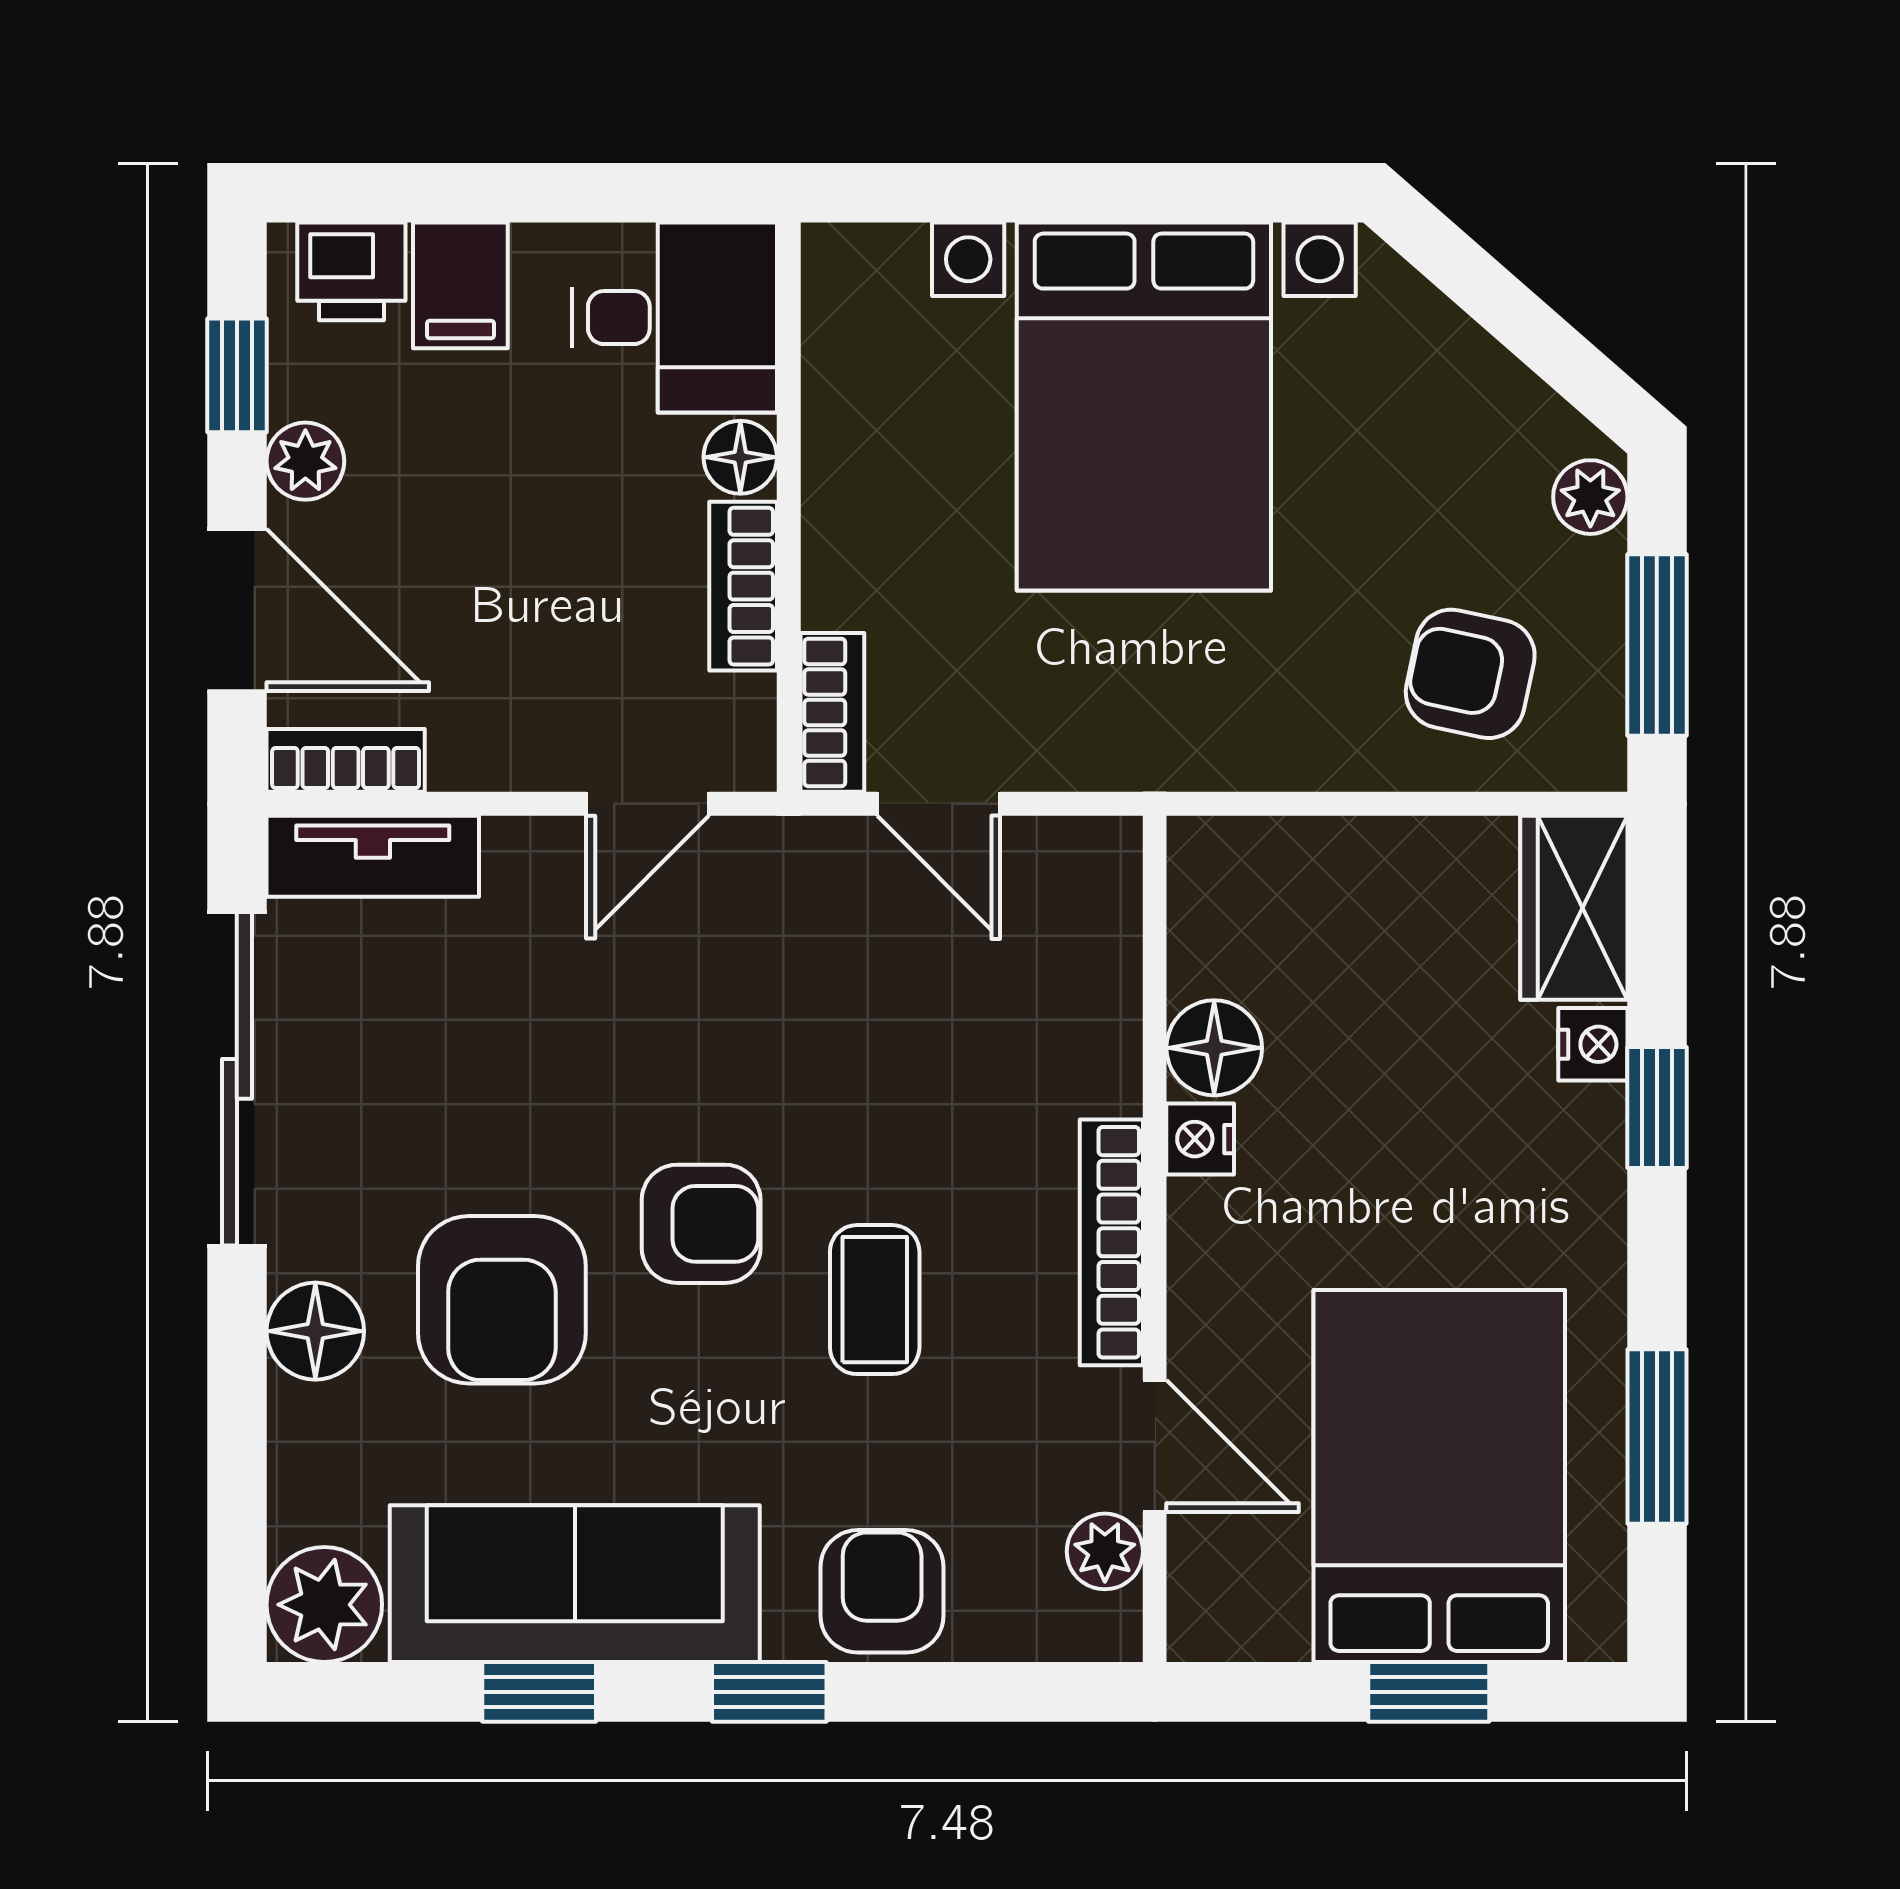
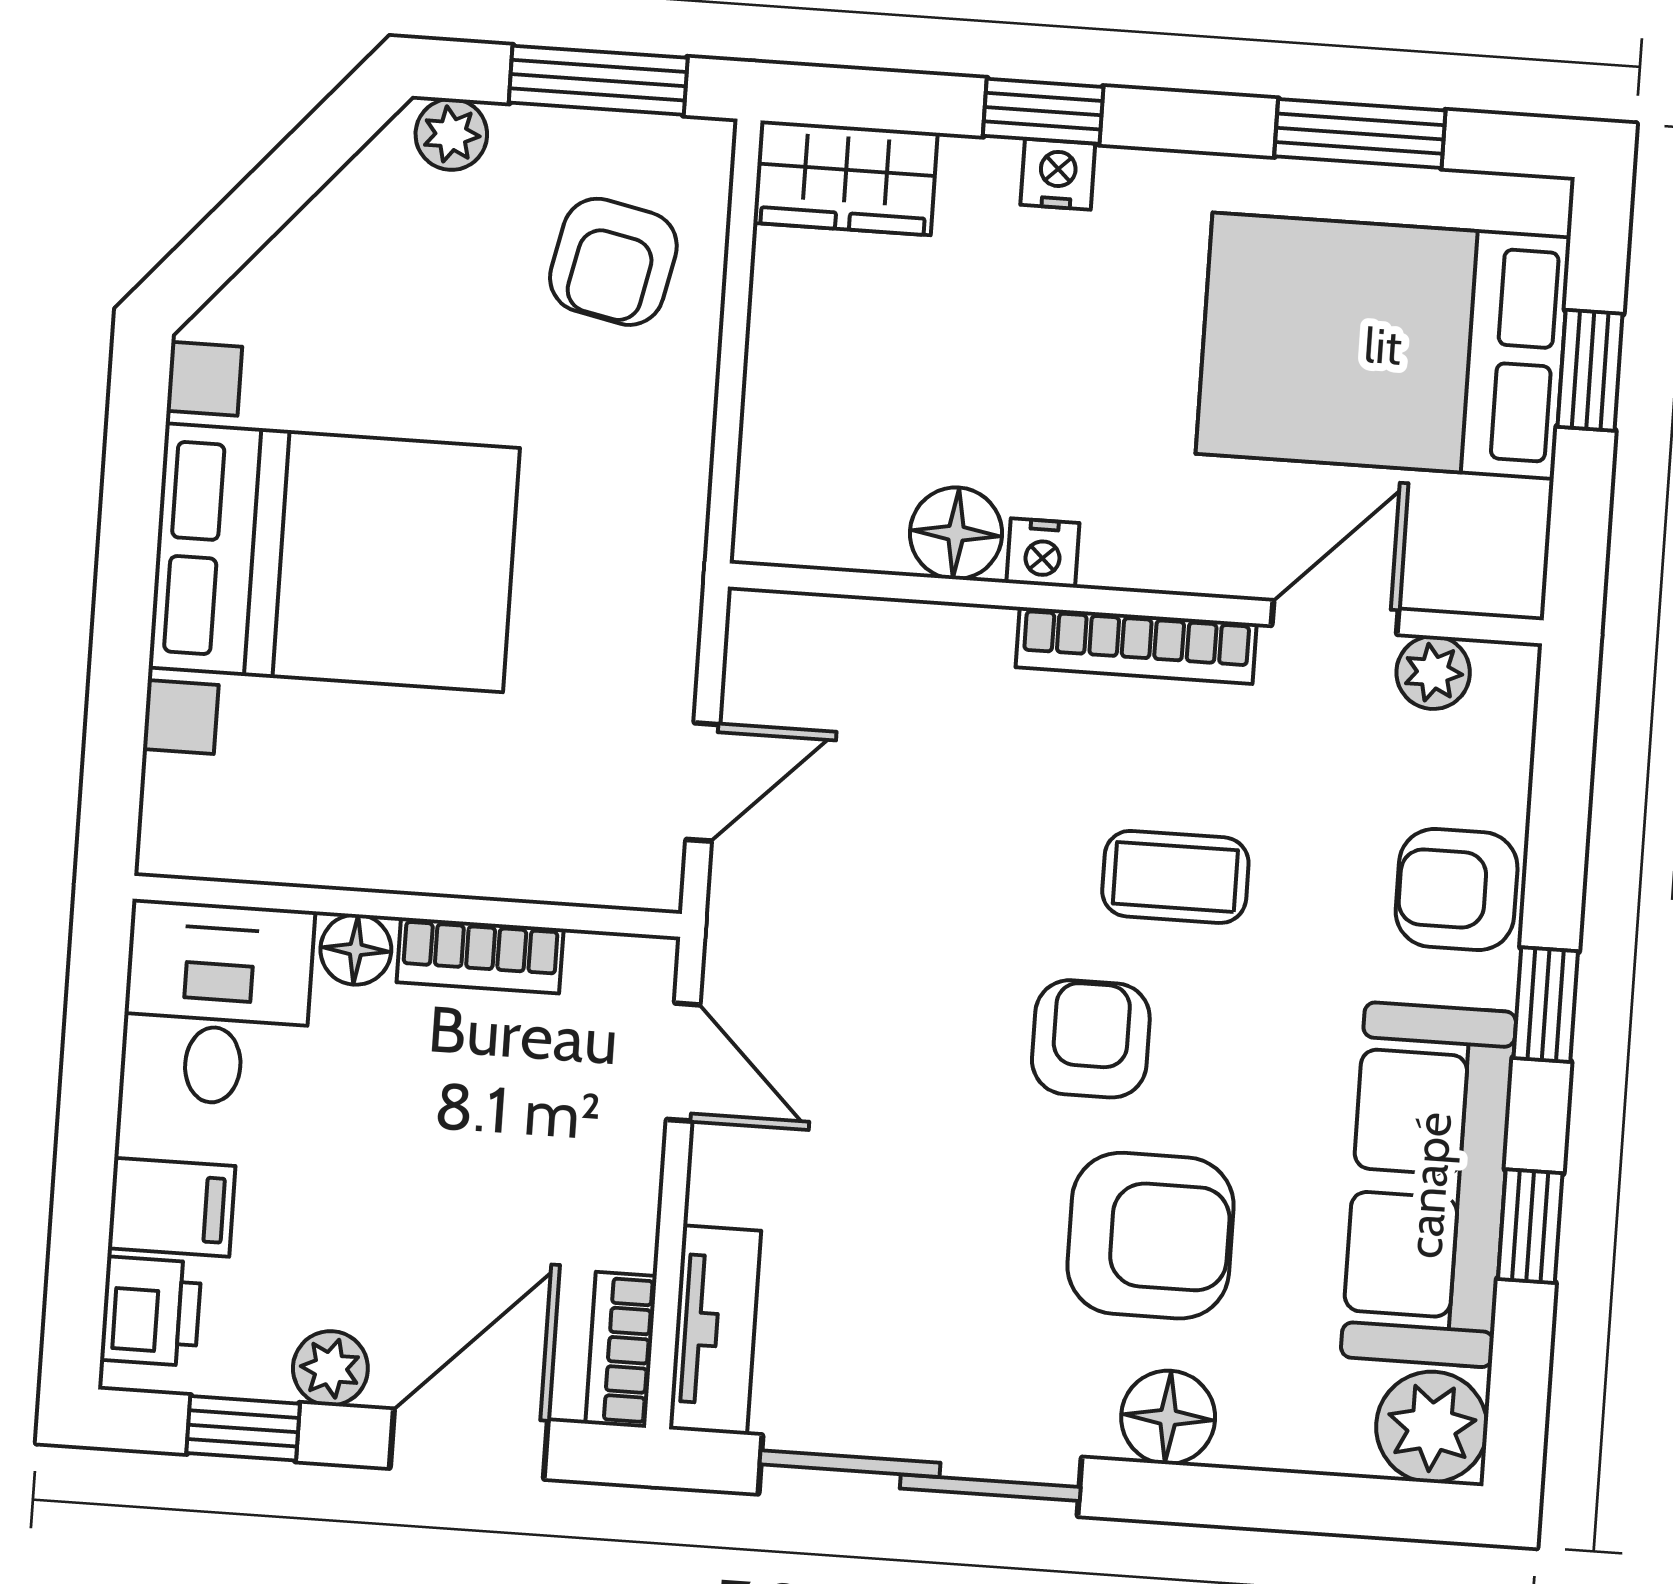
bookcase: (832, 712) -> (608, 878), removed
nightstand: (1593, 1044) -> (1058, 174), moved

